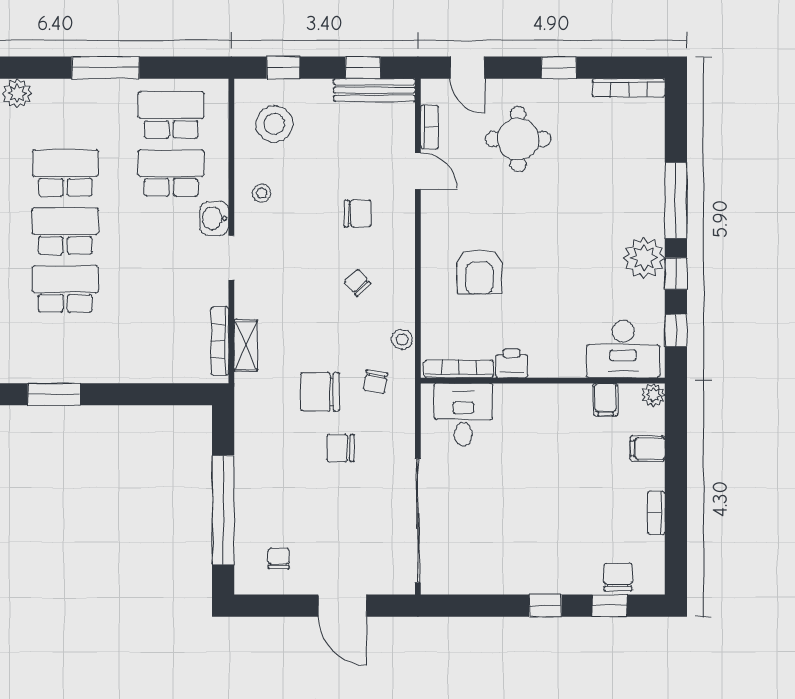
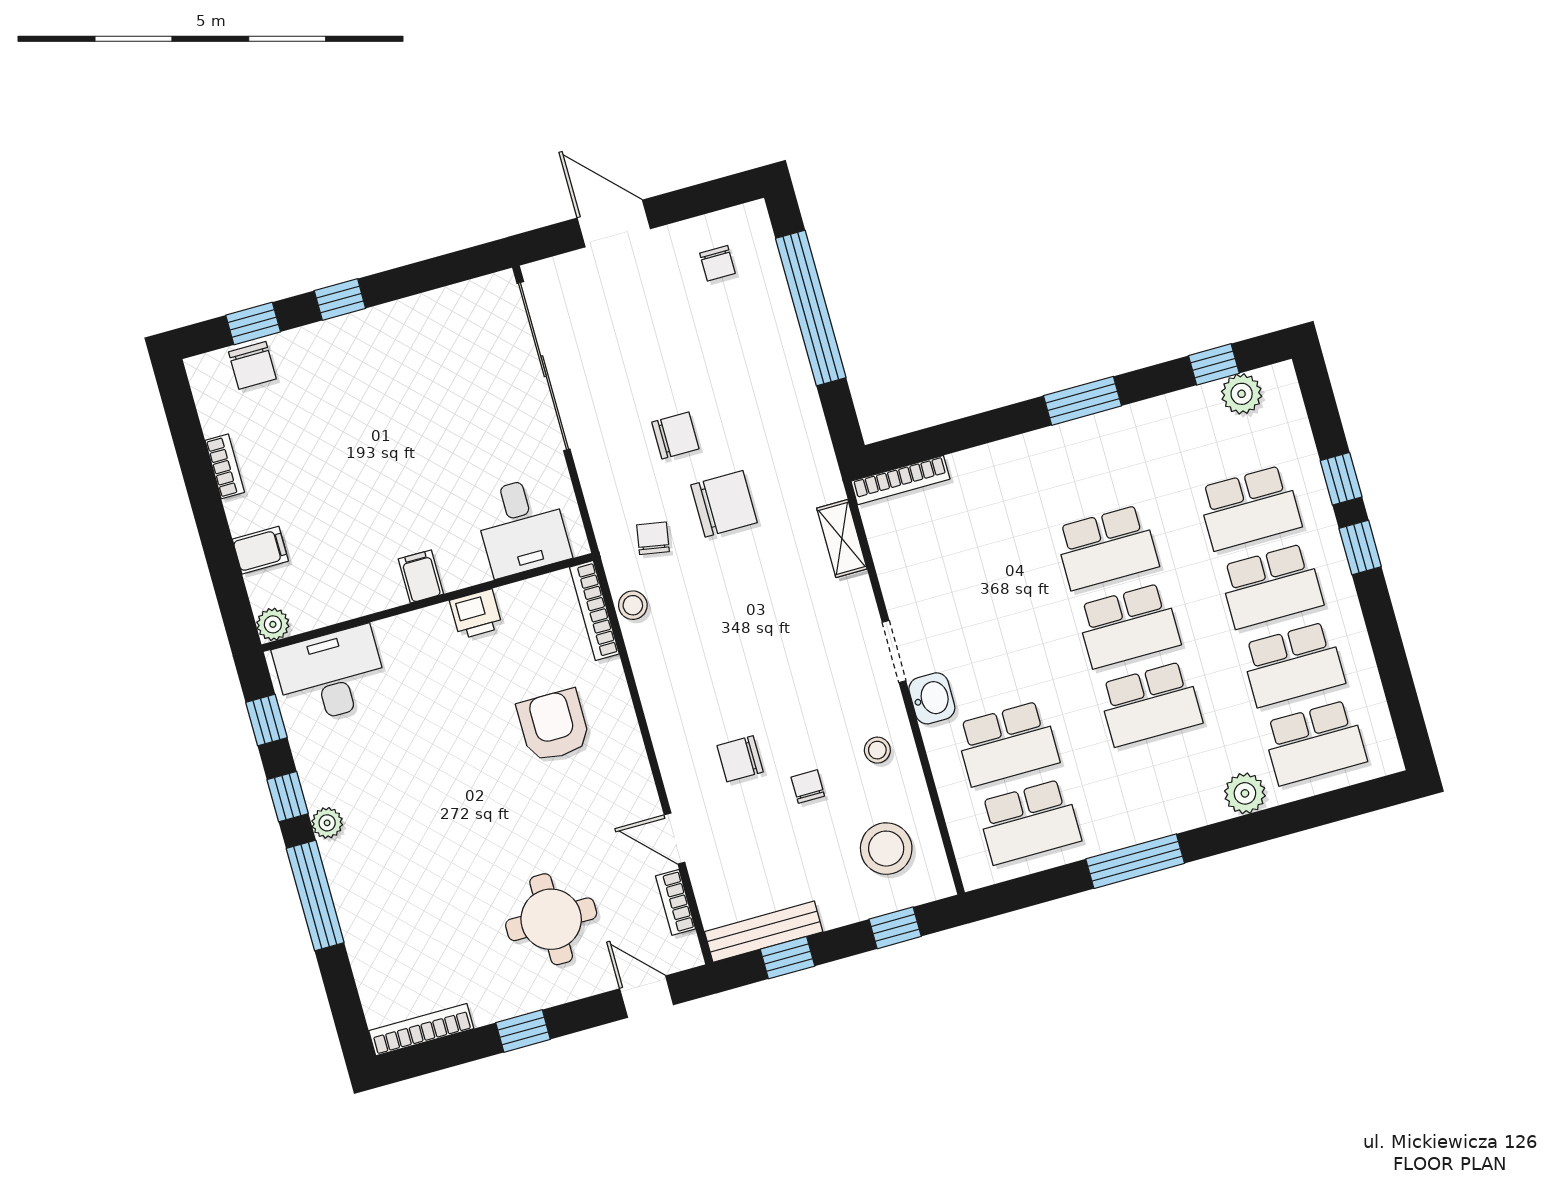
plant: (644, 258) -> (327, 823), width x0.53, depth x0.53
chair: (357, 282) -> (808, 787), moved, turned -138
bookcase: (220, 341) -> (900, 480), moved, turned 90
bookcase: (459, 369) -> (594, 611), moved, turned 90
filing cabinet: (606, 400) -> (421, 576), moved

